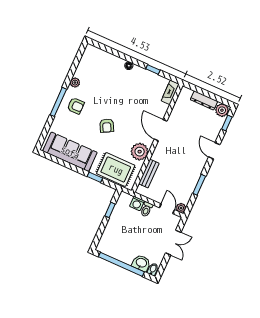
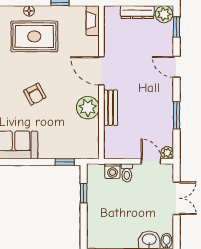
rug: (116, 169) -> (34, 36), moved
bench: (149, 174) -> (111, 108), moved
window: (95, 177) -> (65, 162), moved

